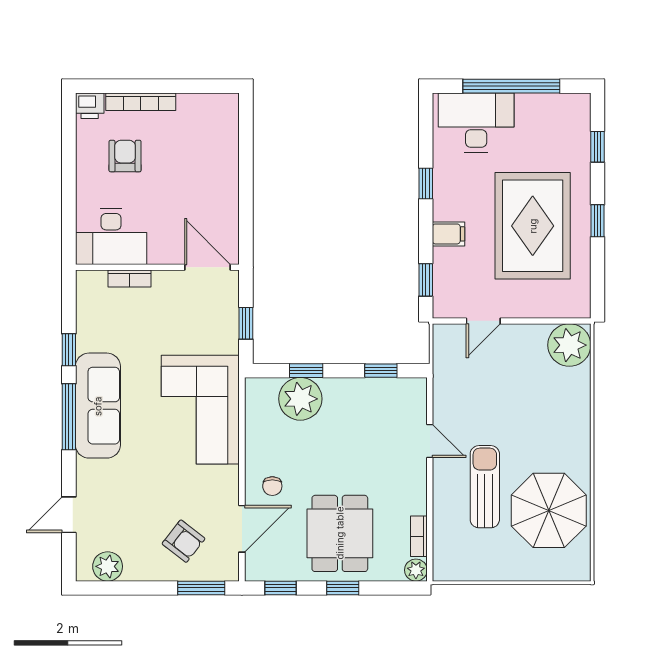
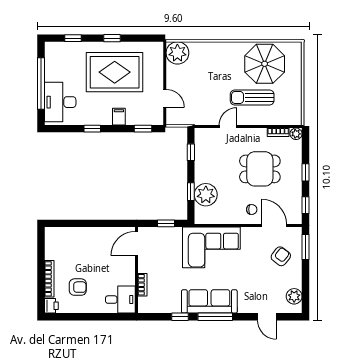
armchair: (125, 156) -> (78, 287), turned 180
desk: (111, 237) -> (120, 300), width x0.73
dining table: (340, 533) -> (260, 169), moved

